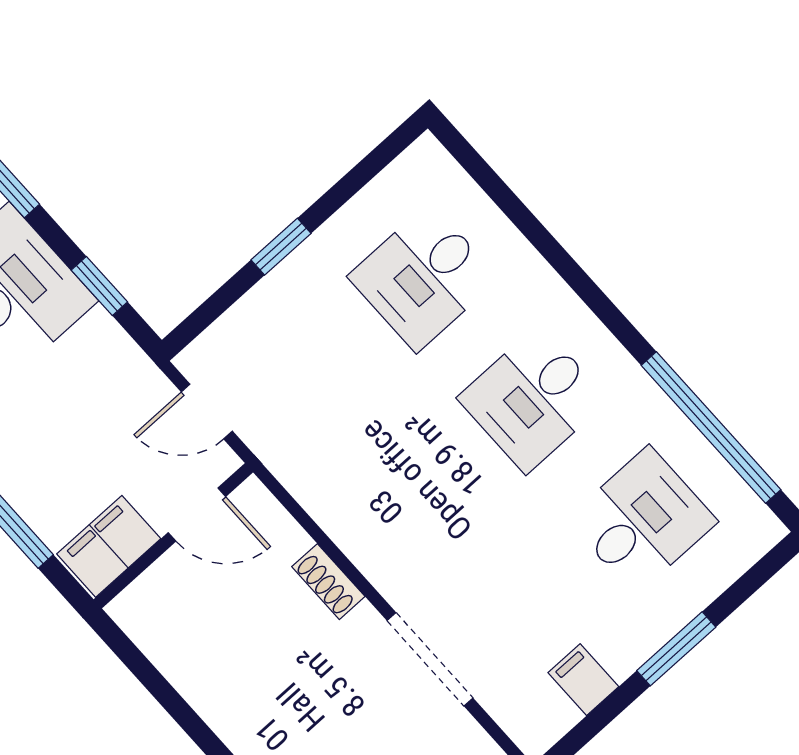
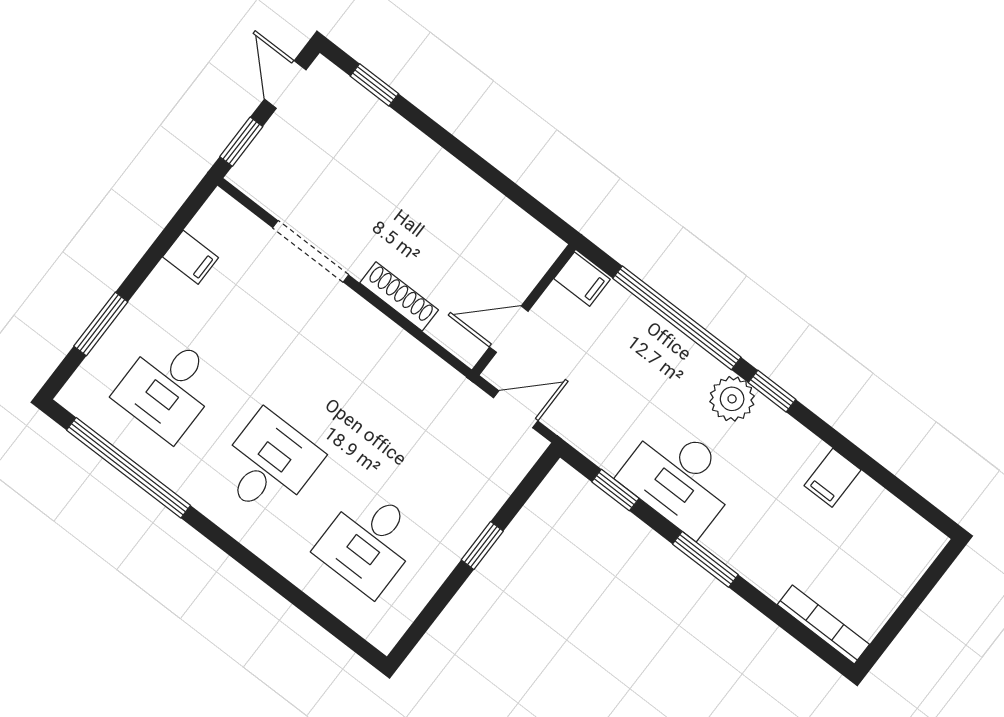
desk: (423, 277) -> (369, 542), turned 180
filing cabinet: (109, 546) -> (582, 279), width x0.50
shoe rack: (328, 582) -> (399, 296), width x1.43
window: (676, 649) -> (101, 324), moved

